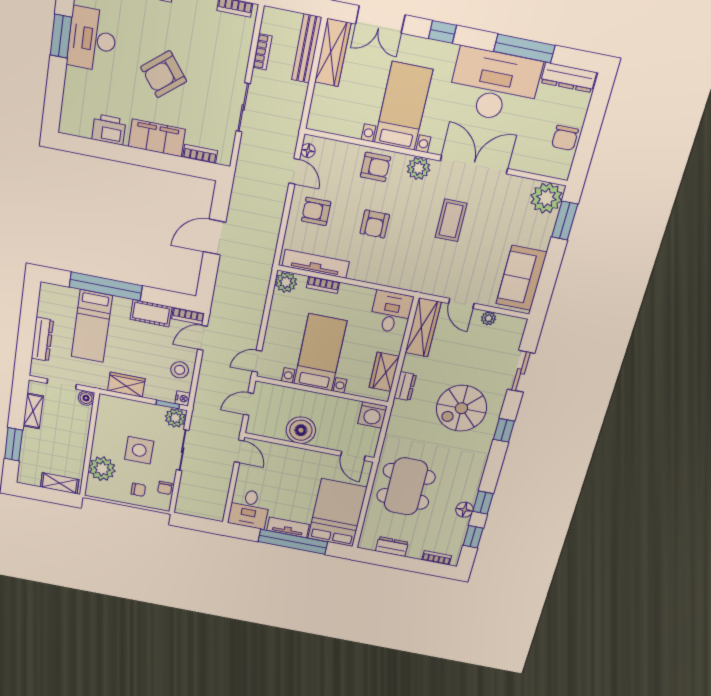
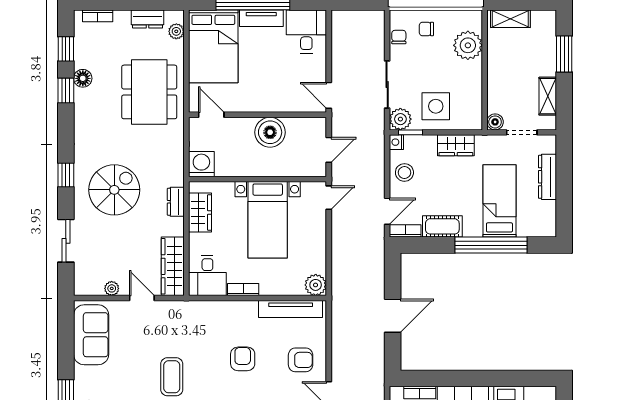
bookcase: (323, 285) -> (243, 290), moved
side table: (139, 450) -> (436, 106), moved
plant: (368, 532) -> (176, 31), added

